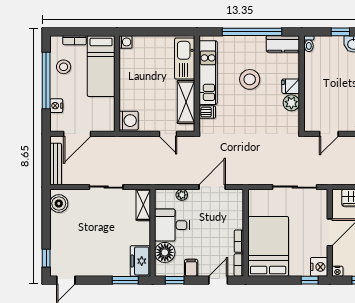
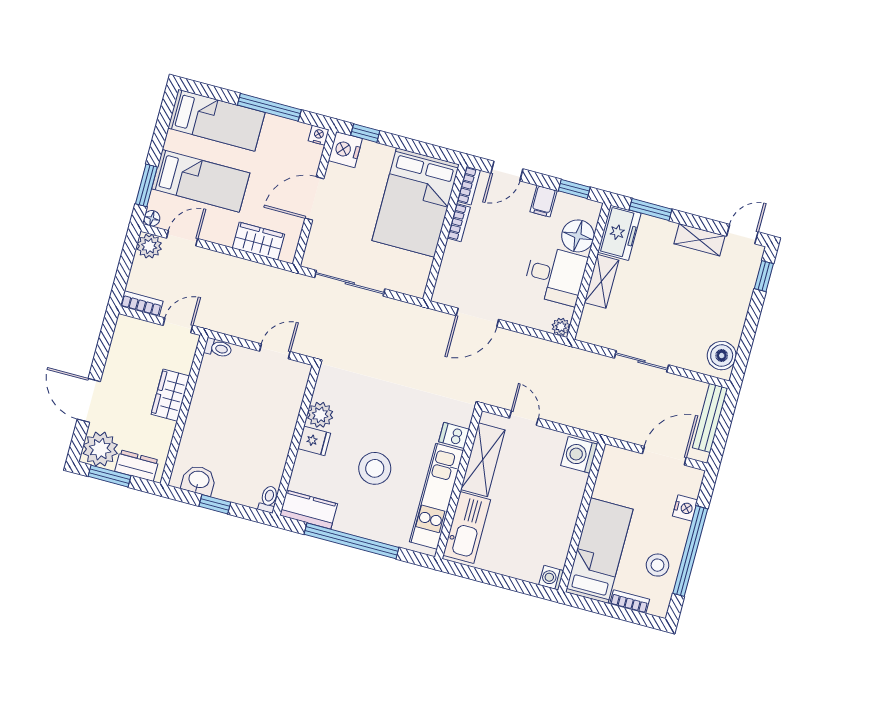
plant: (182, 195) -> (561, 327), moved
shelving: (143, 205) -> (601, 281), moved
shelving: (91, 270) -> (700, 240), added

